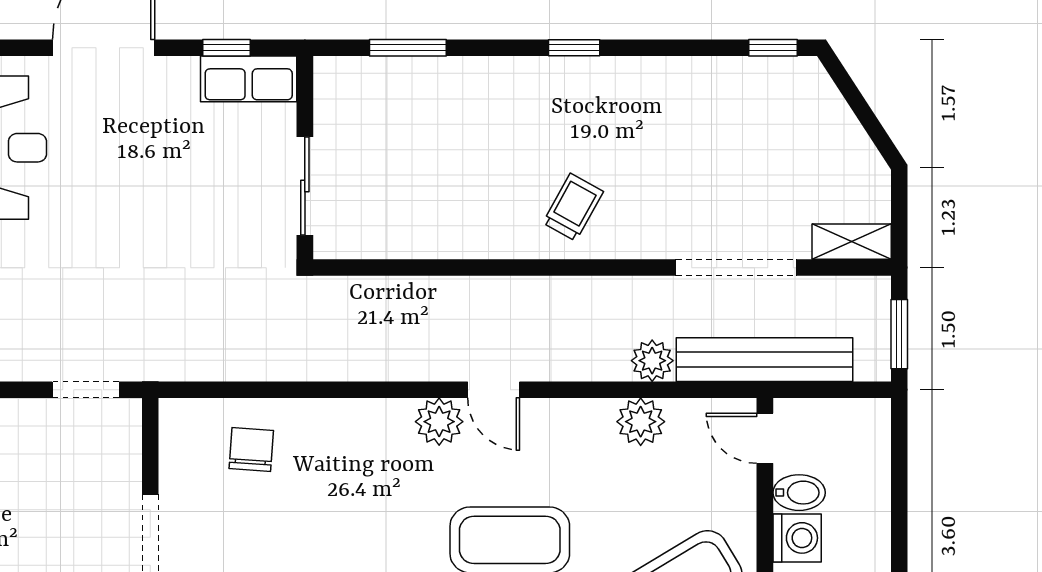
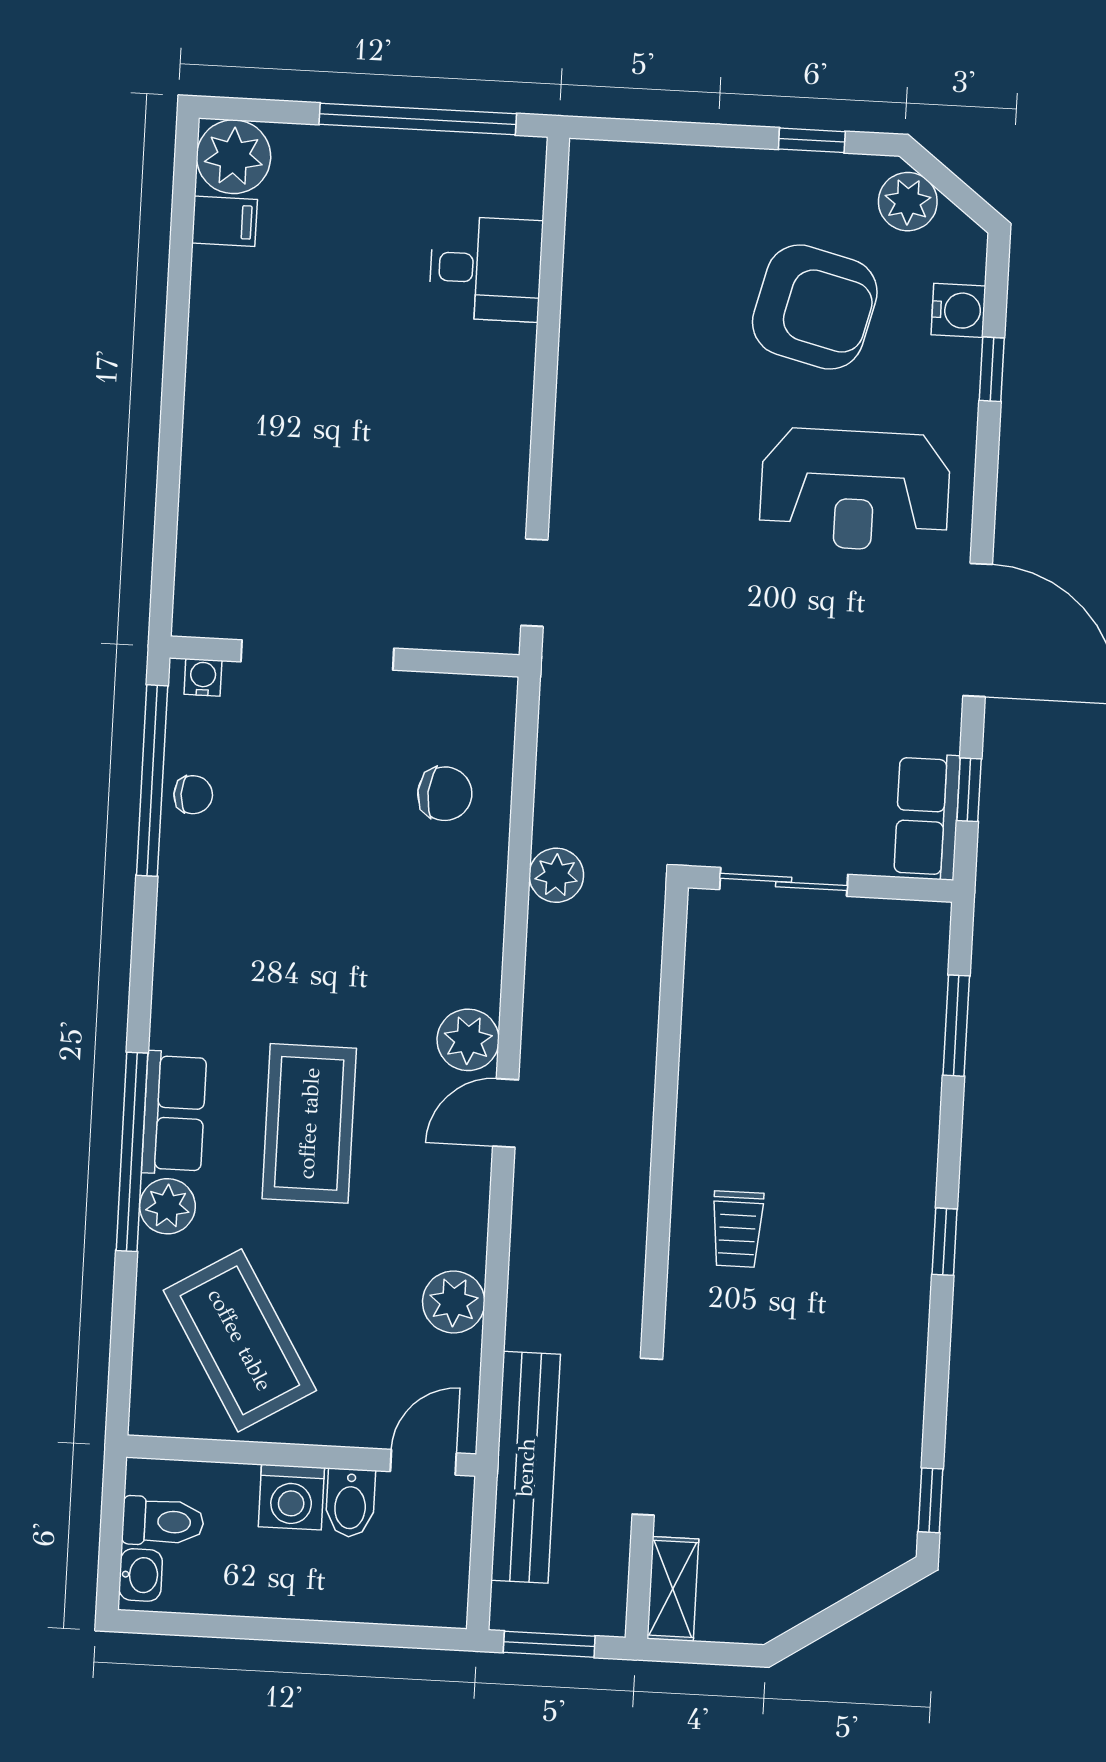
trolley: (573, 207) -> (737, 1229), turned 61
plant: (652, 361) -> (556, 875), moved

